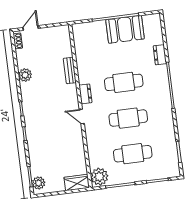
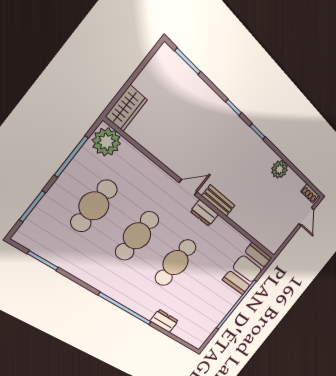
booth: (125, 29) -> (247, 269), moved
bench: (70, 70) -> (218, 201), moved
plant: (39, 183) -> (171, 63), removed

